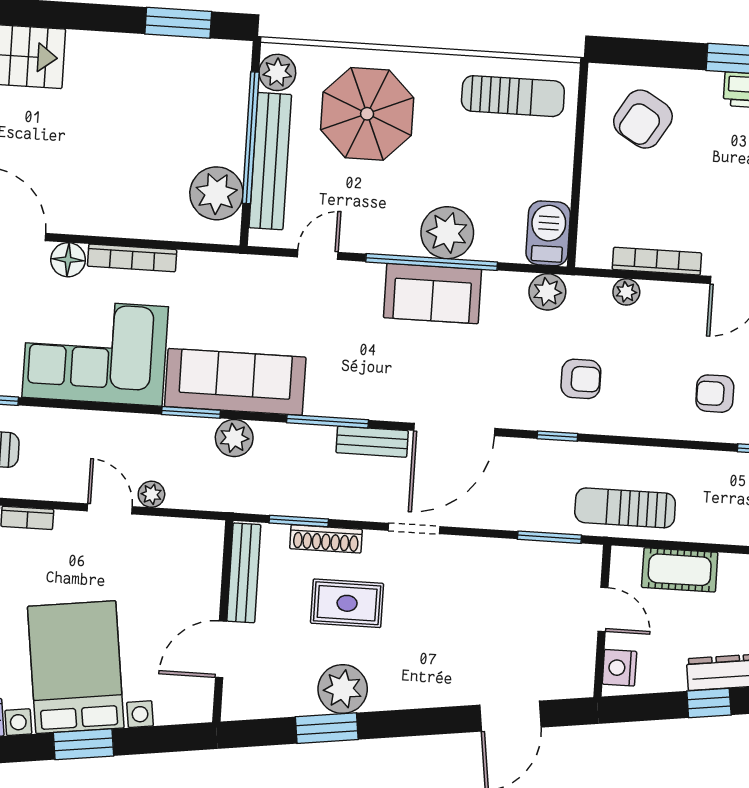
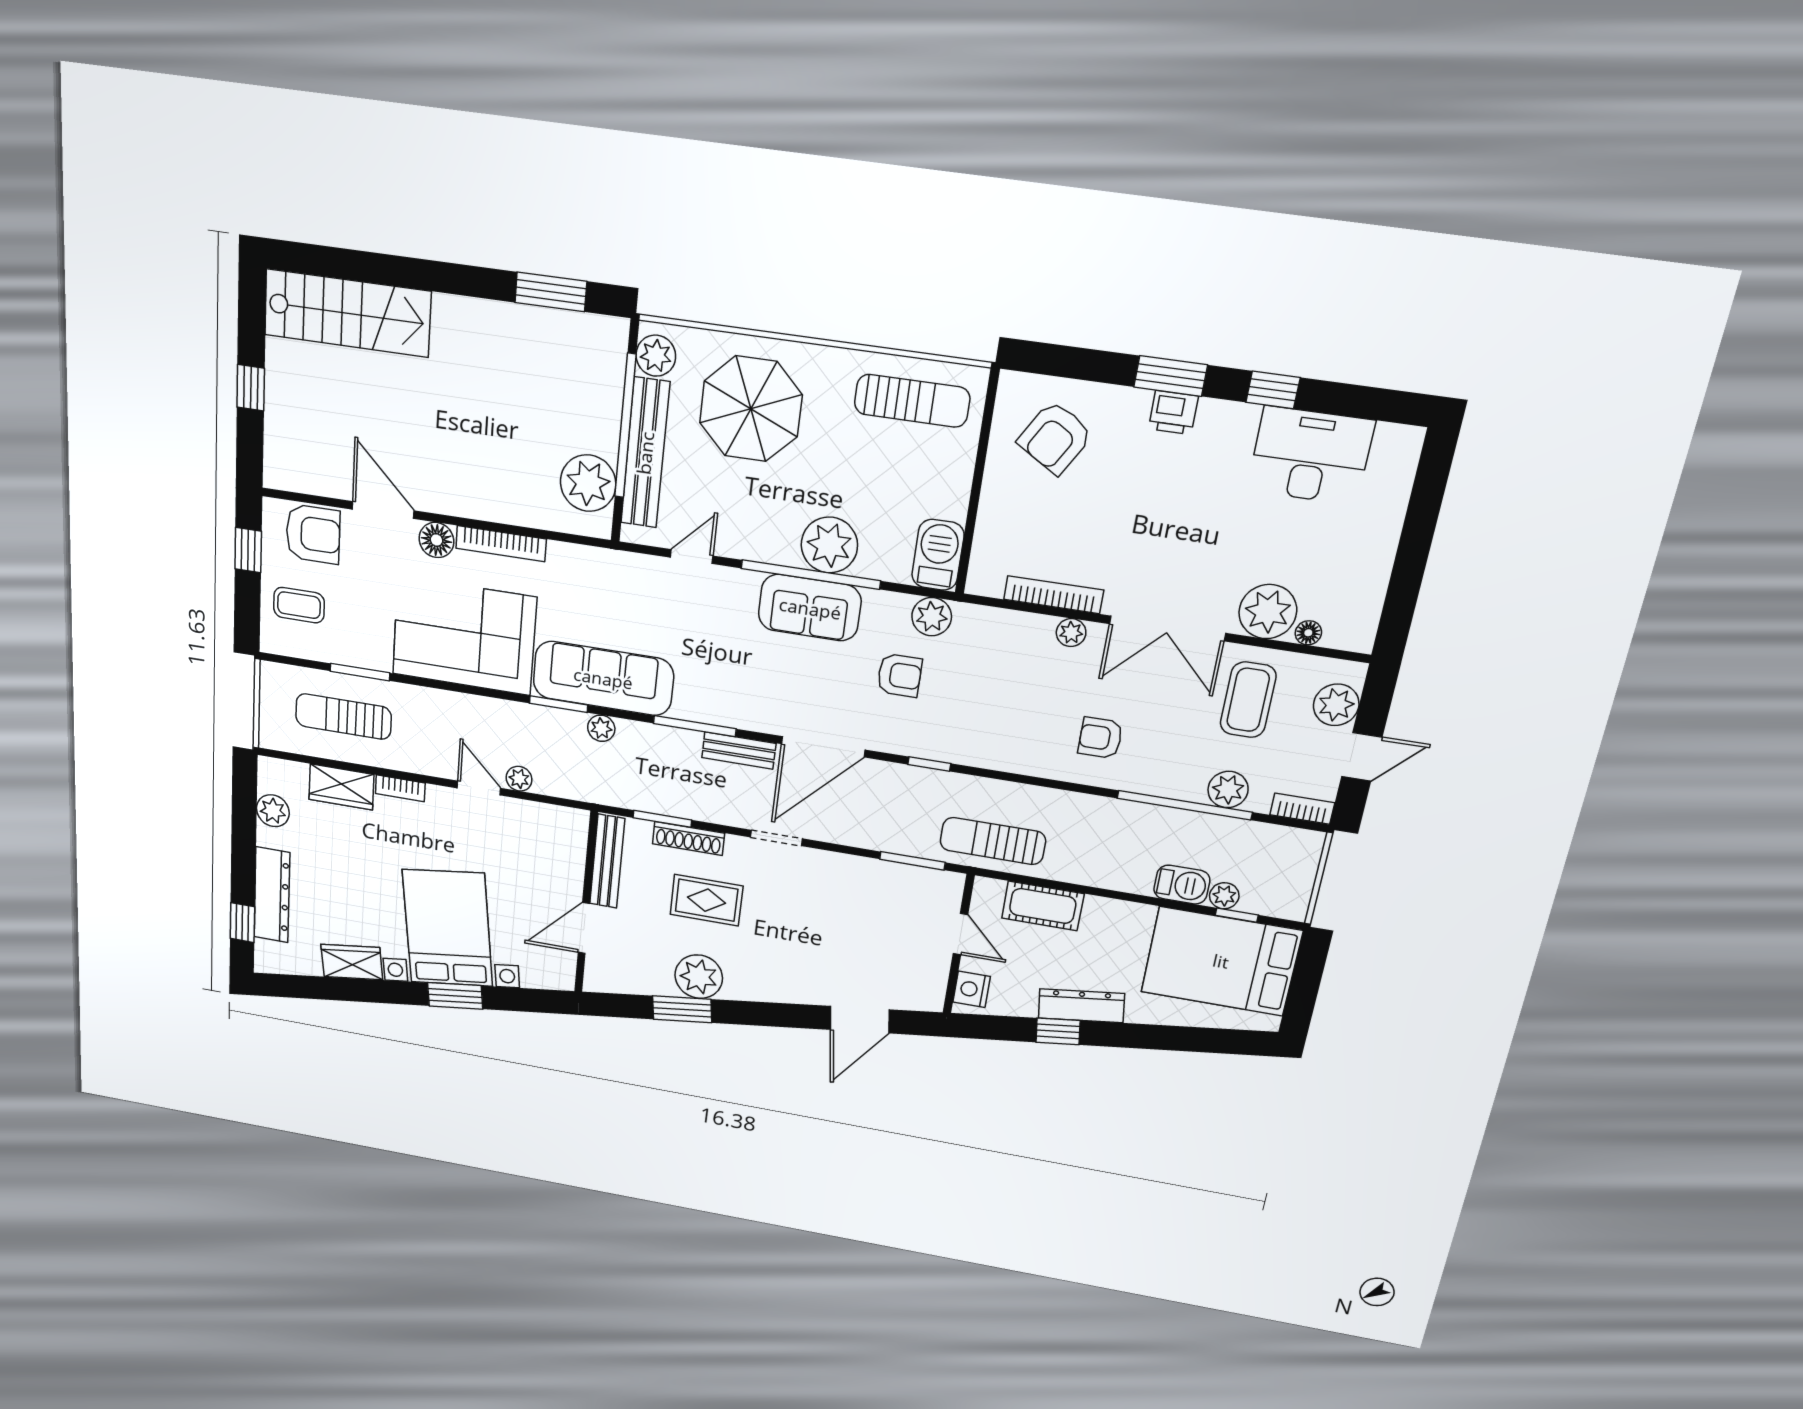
plant: (626, 292) -> (1071, 633), moved
armchair: (581, 379) -> (899, 675), moved
plant: (234, 438) -> (601, 728), width x0.73, depth x0.73

